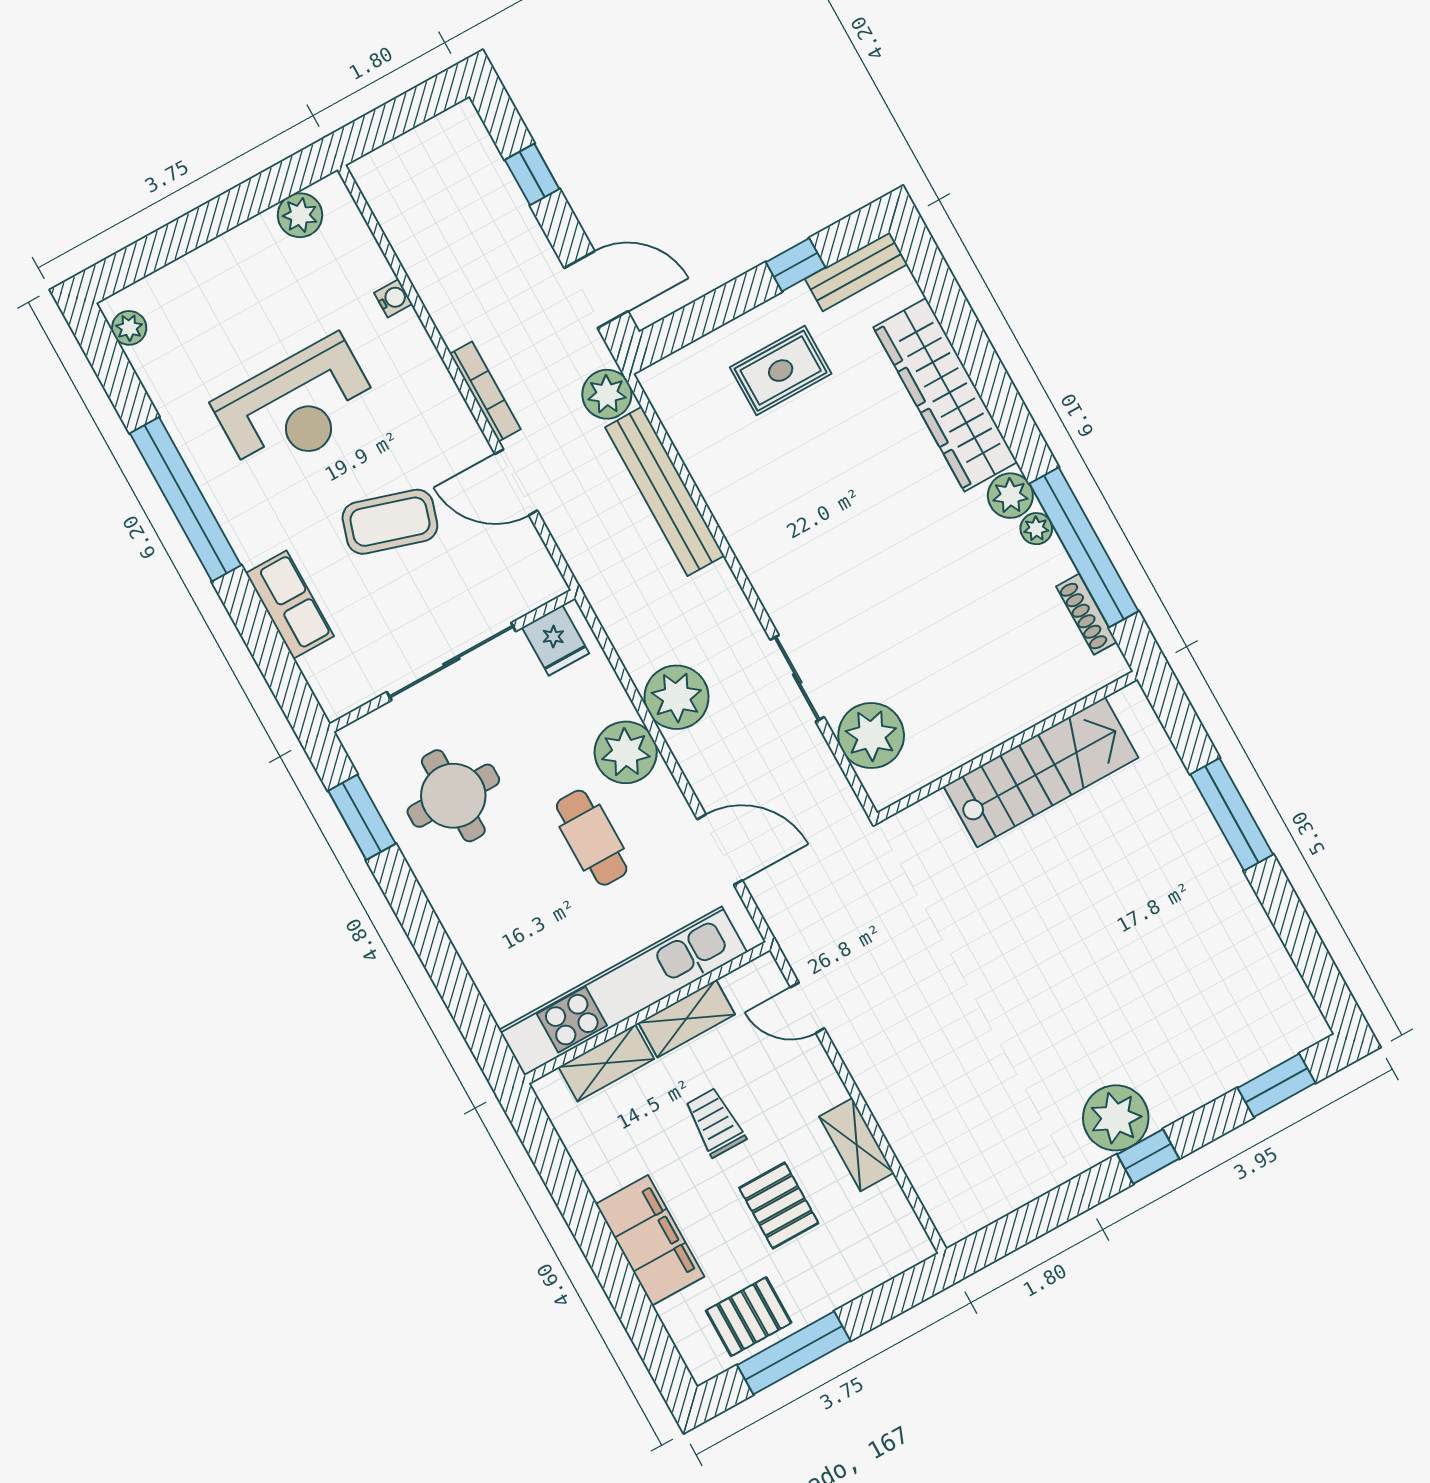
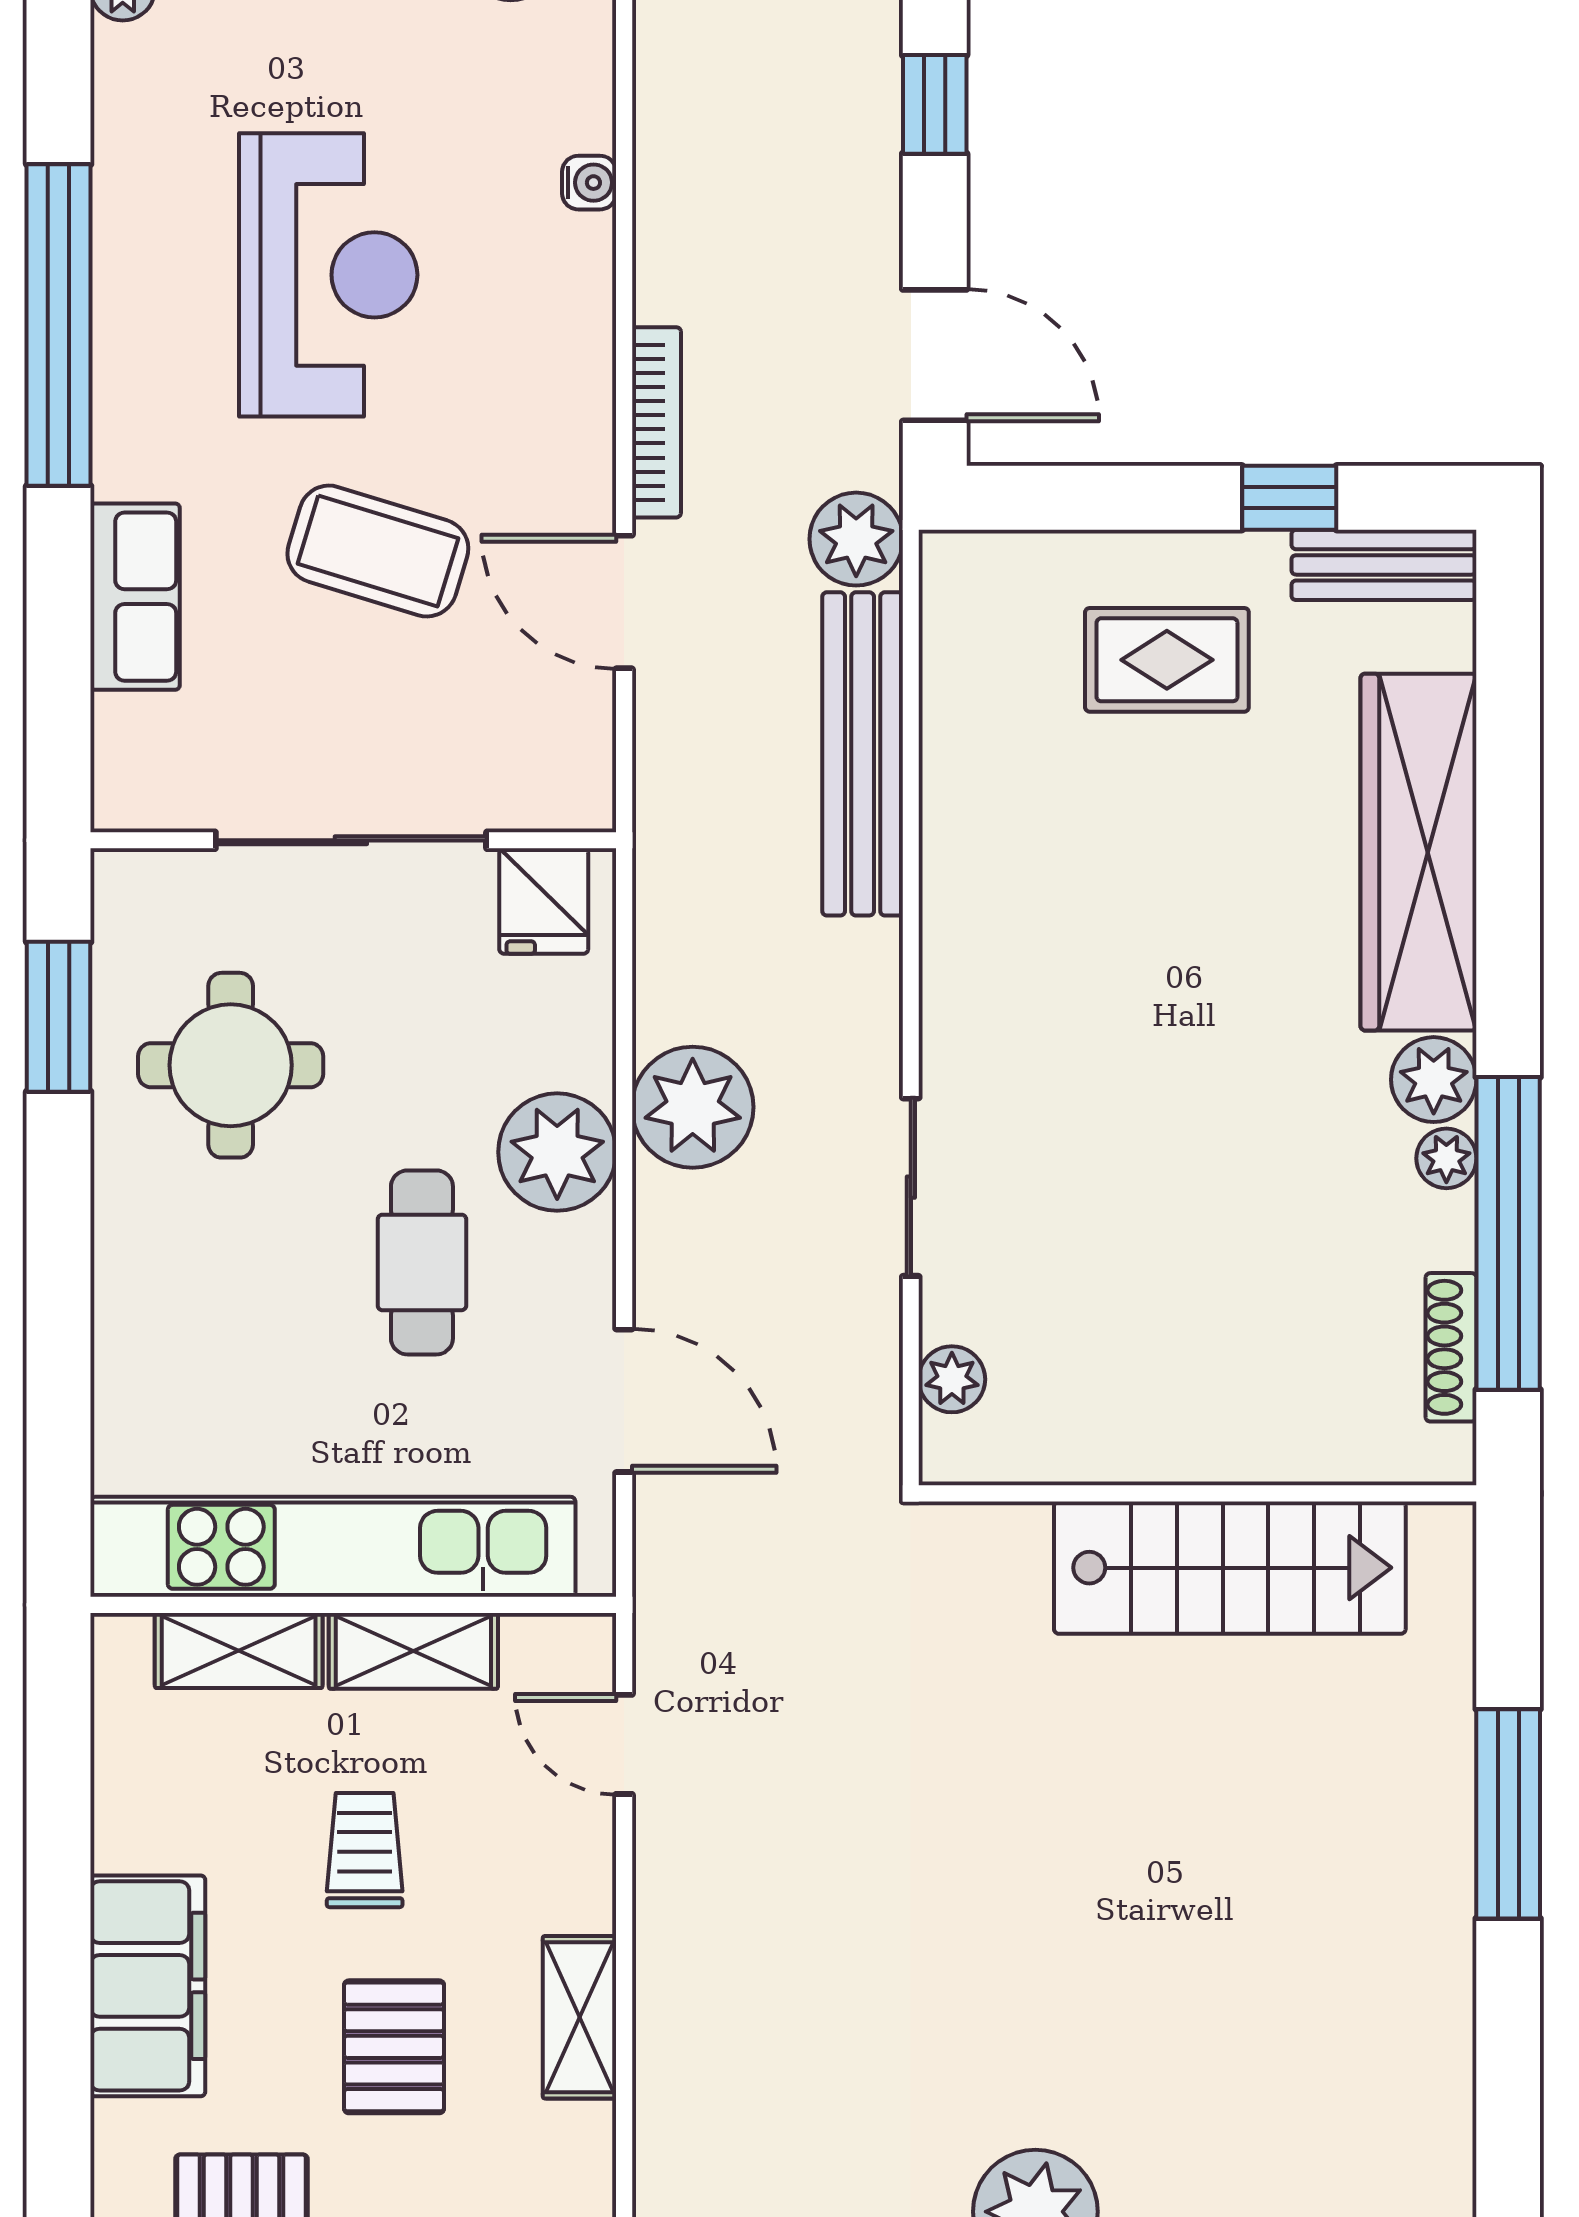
reception desk: (297, 407) -> (328, 275), turned -90
plant: (871, 736) -> (952, 1379), width x0.53, depth x0.53

